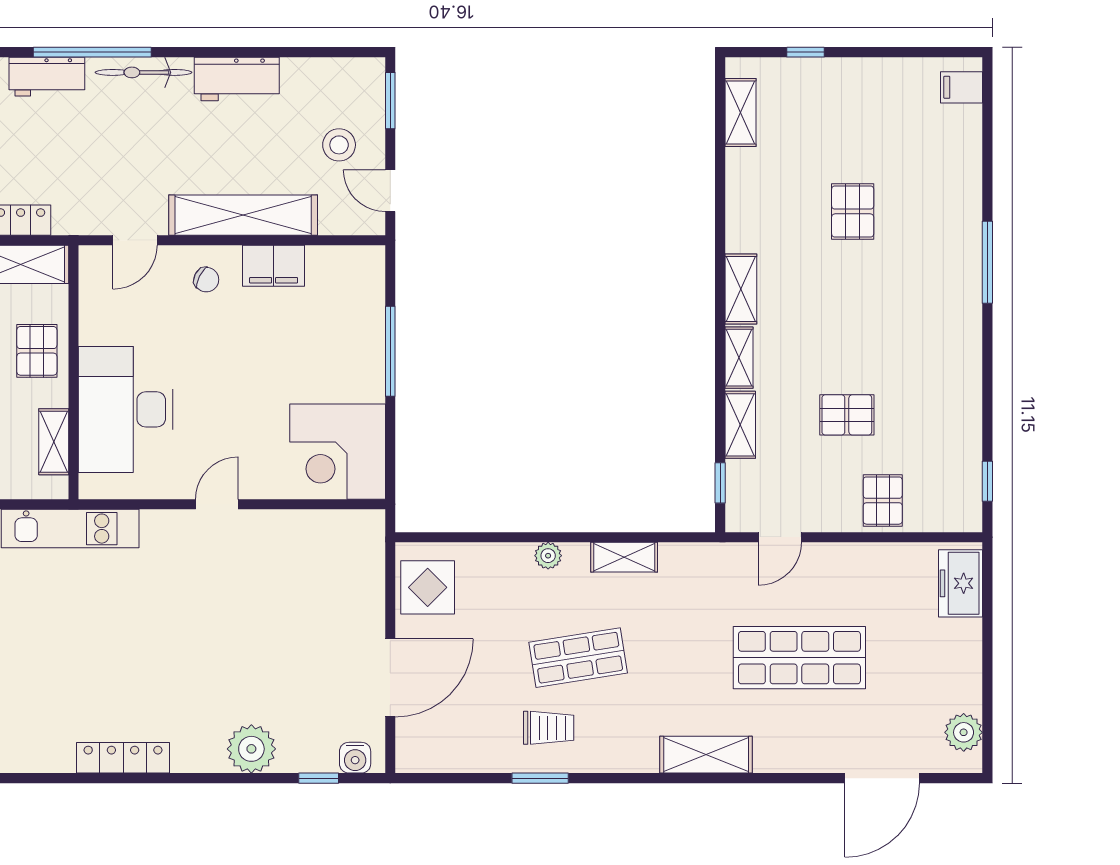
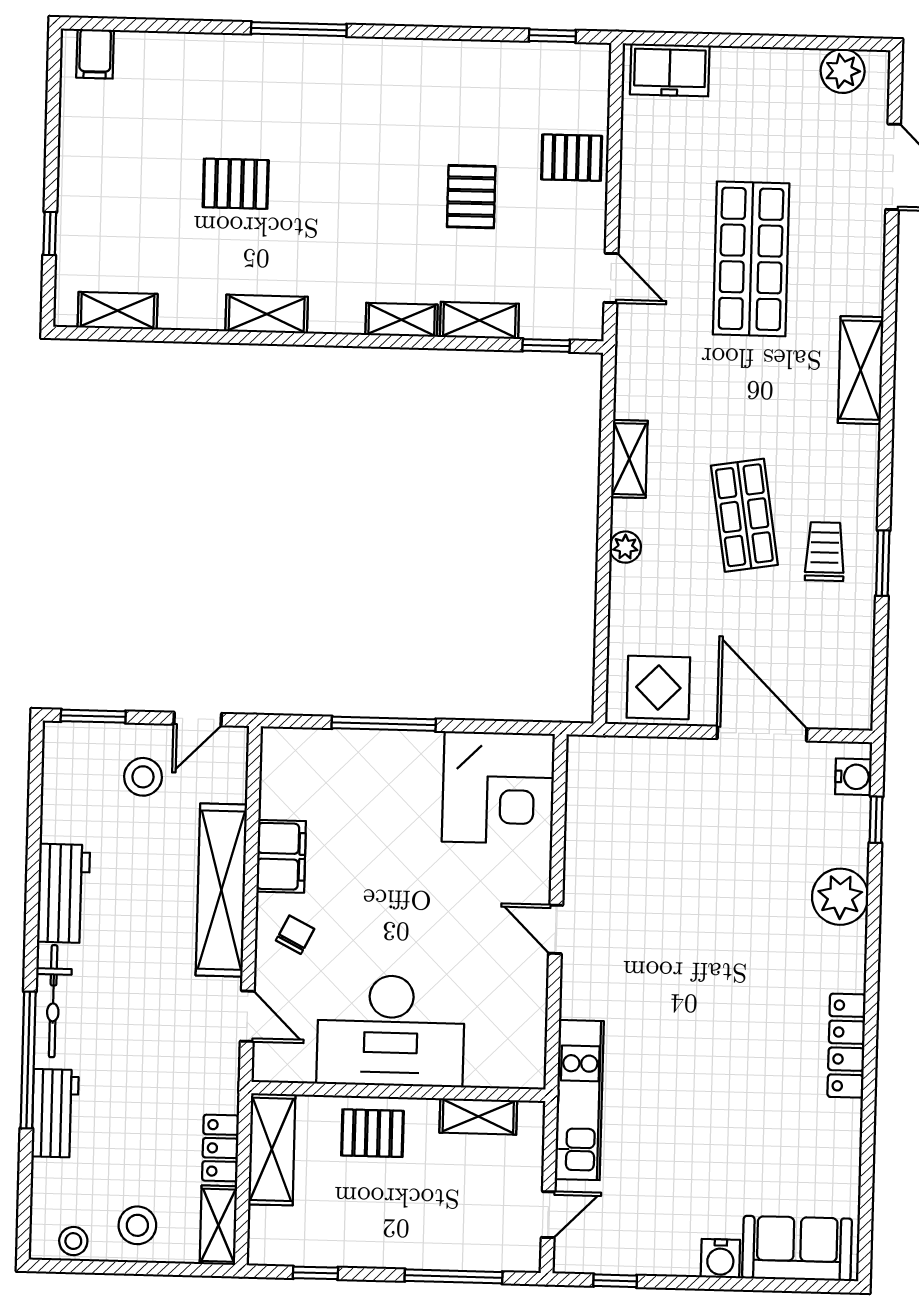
shelving: (741, 289) -> (267, 314), moved
desk: (126, 409) -> (391, 1031), moved

